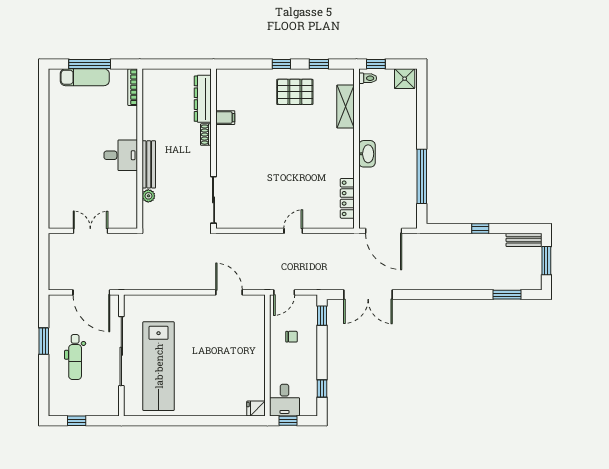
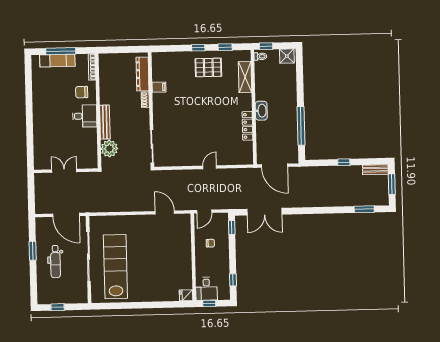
chair: (117, 122) -> (82, 92), added
plant: (148, 196) -> (109, 149), width x1.88, depth x1.88
locker: (347, 198) -> (247, 126), moved
lab bench: (159, 366) -> (115, 267), turned 180

